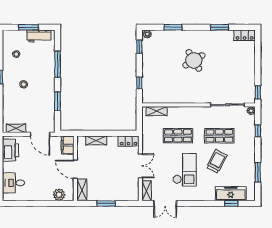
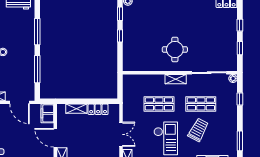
window: (258, 58) -> (240, 25), added
round table: (194, 60) -> (175, 50), moved, turned 31
window: (139, 83) -> (120, 36), moved
window: (258, 92) -> (240, 48), moved
window: (58, 101) -> (37, 69), width x1.44
shelving: (156, 111) -> (176, 79), moved
locker: (129, 141) -> (98, 109), moved

